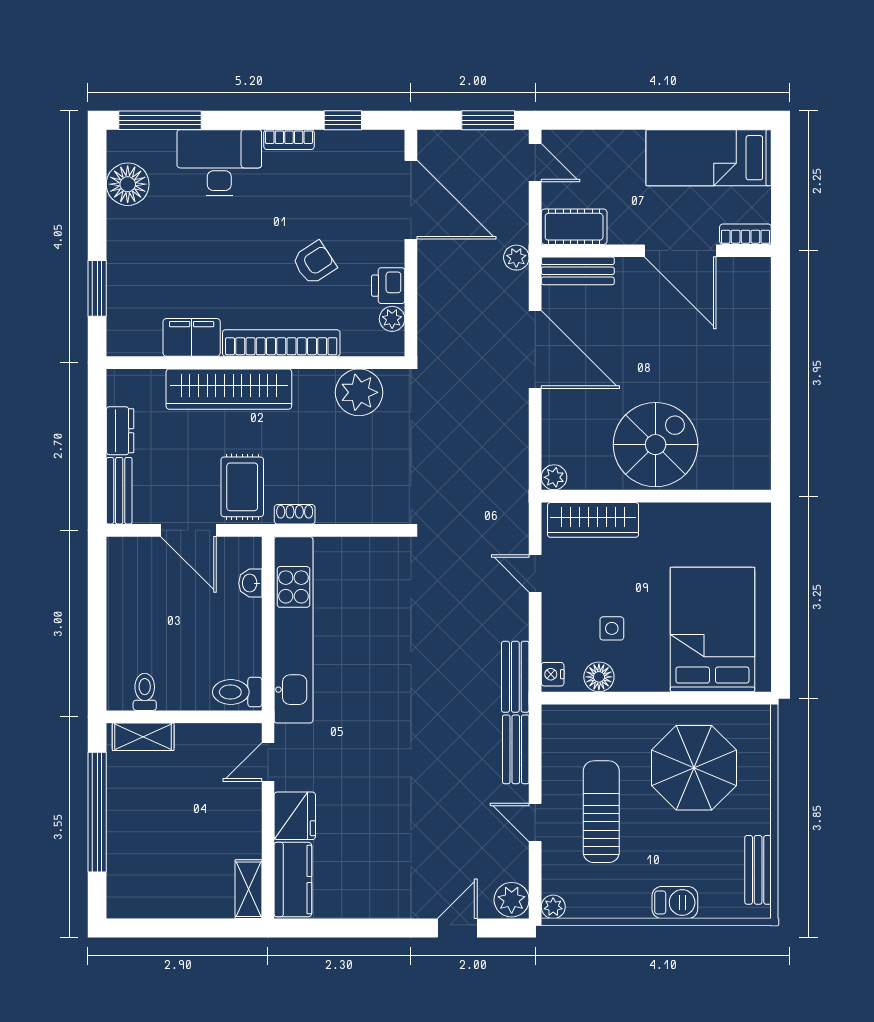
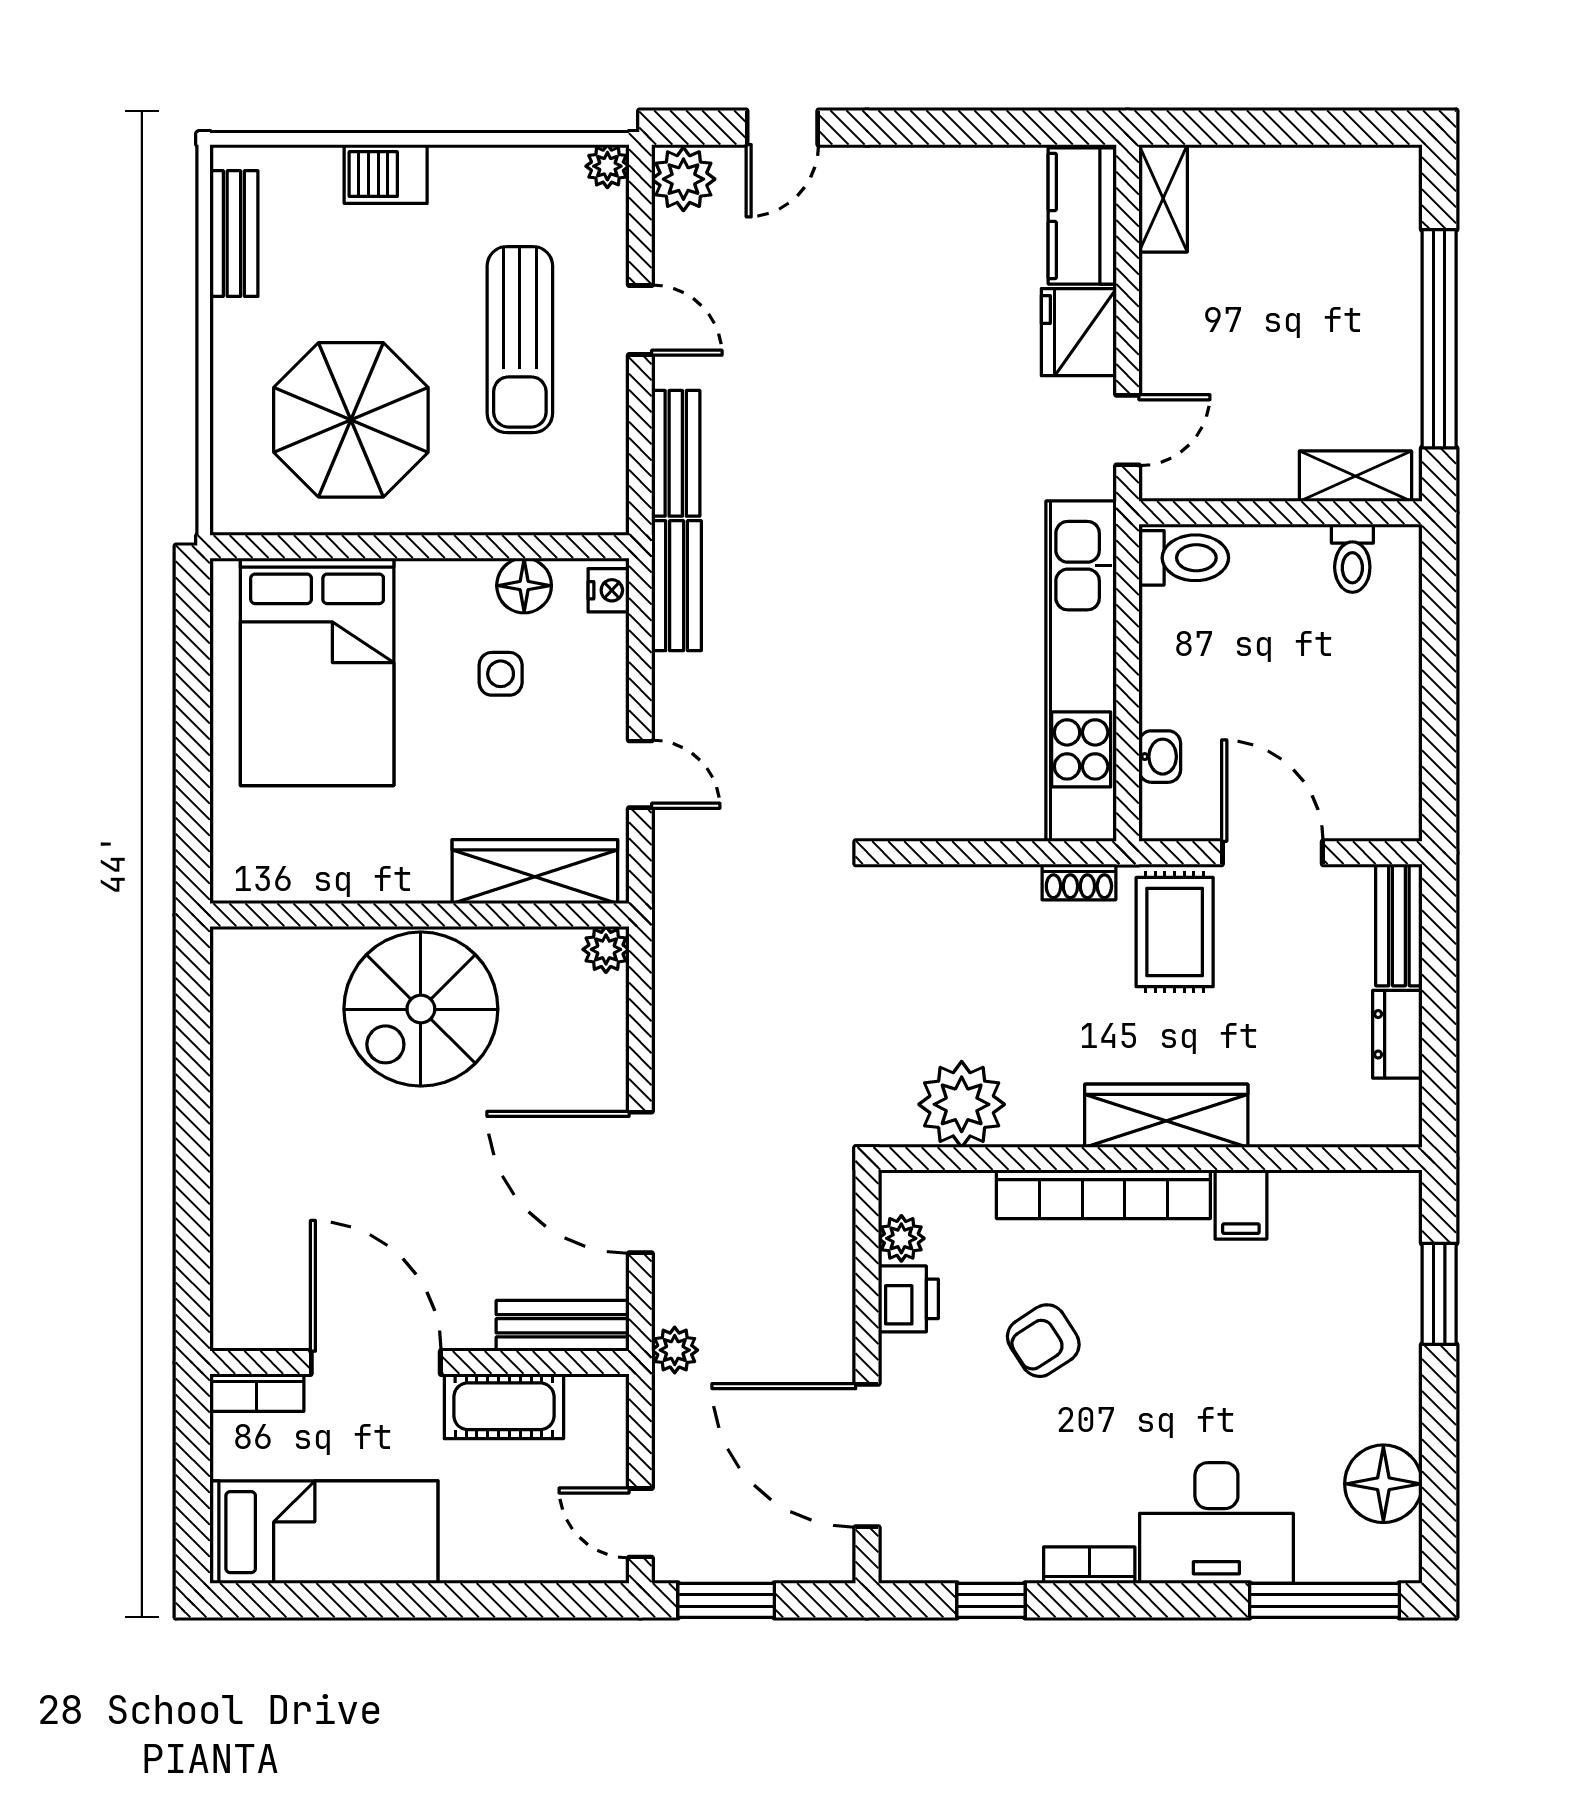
cot: (574, 227) -> (504, 1406), moved
filing cabinet: (192, 337) -> (1241, 1204), width x0.50
wardrobe: (229, 389) -> (1166, 1116), width x0.71, depth x0.85

